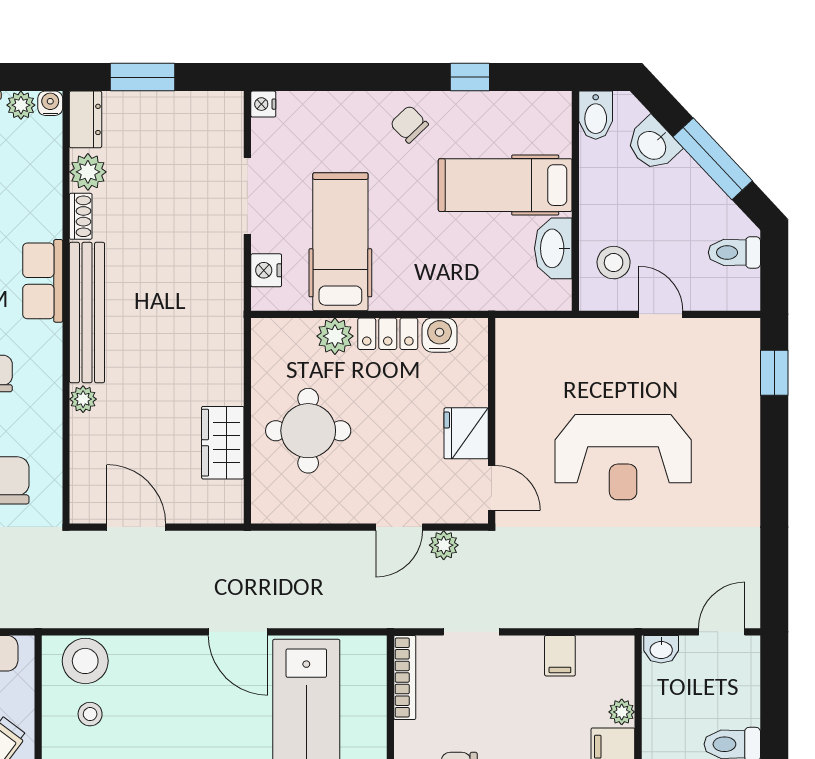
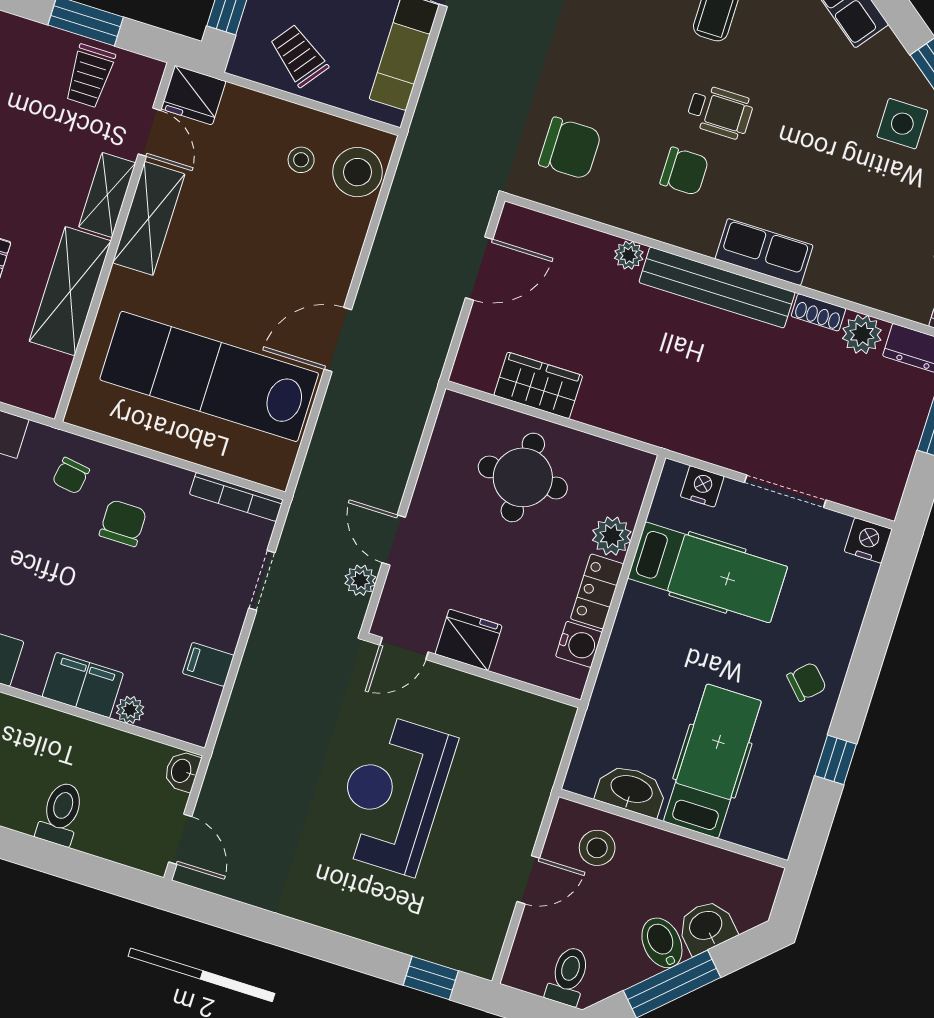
nightstand: (263, 104) -> (868, 540), width x1.39, depth x1.35
bidet: (596, 115) -> (662, 943), moved, turned 47

